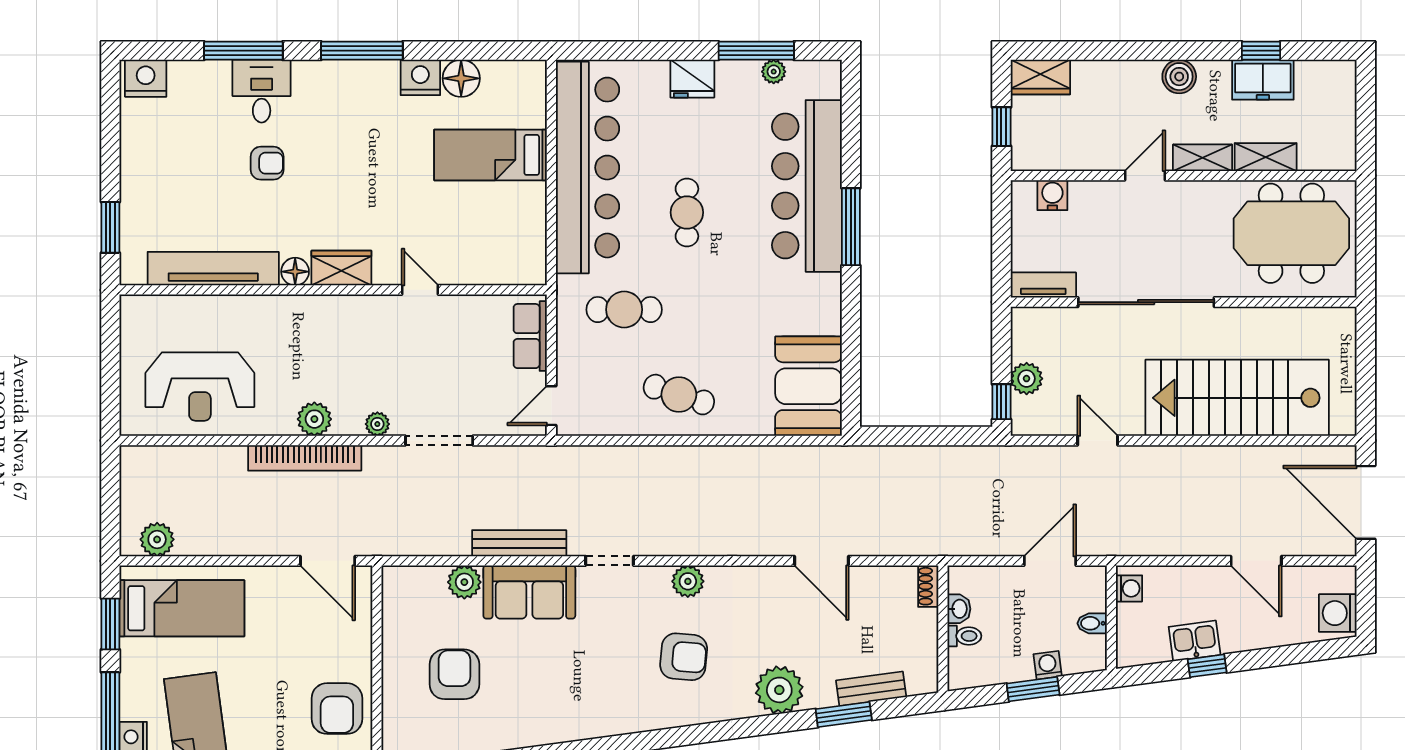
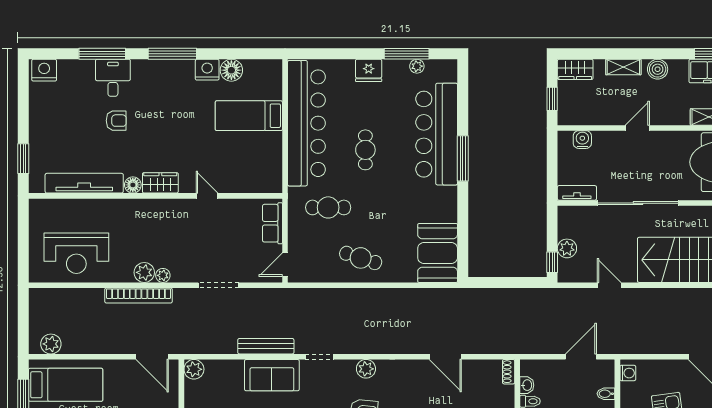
shelving: (1203, 158) -> (623, 67), moved
plant: (377, 424) -> (163, 275), moved
plant: (464, 582) -> (194, 369), moved

